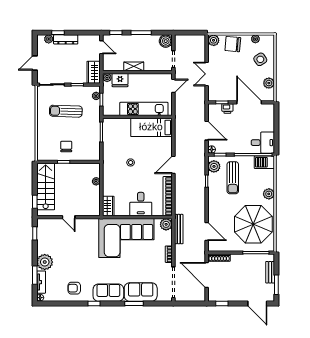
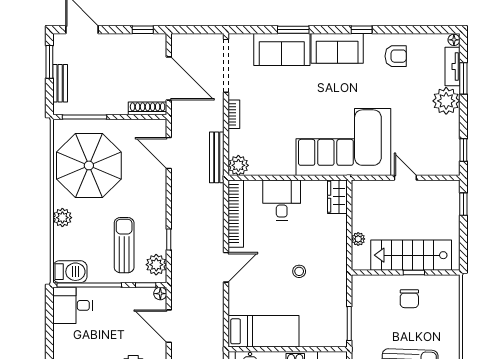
stairs: (46, 187) -> (411, 255), moved, turned 90
corner sofa: (126, 238) -> (343, 142), moved

